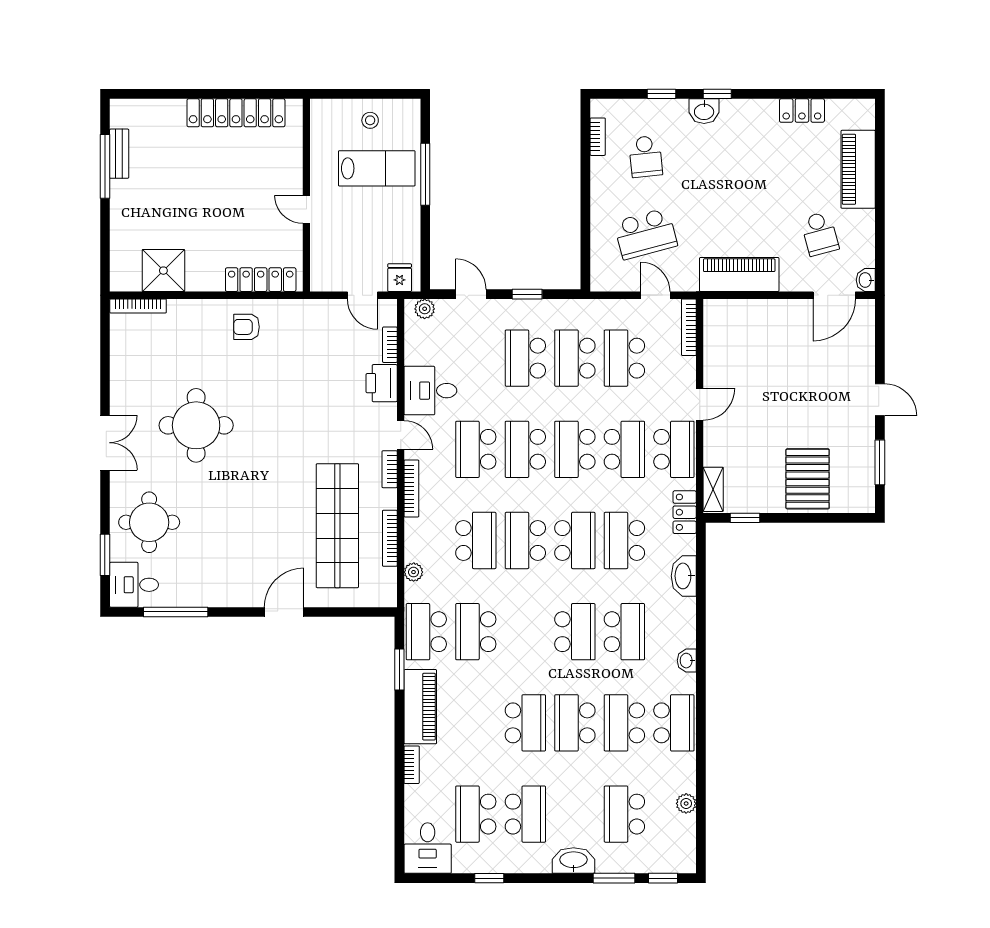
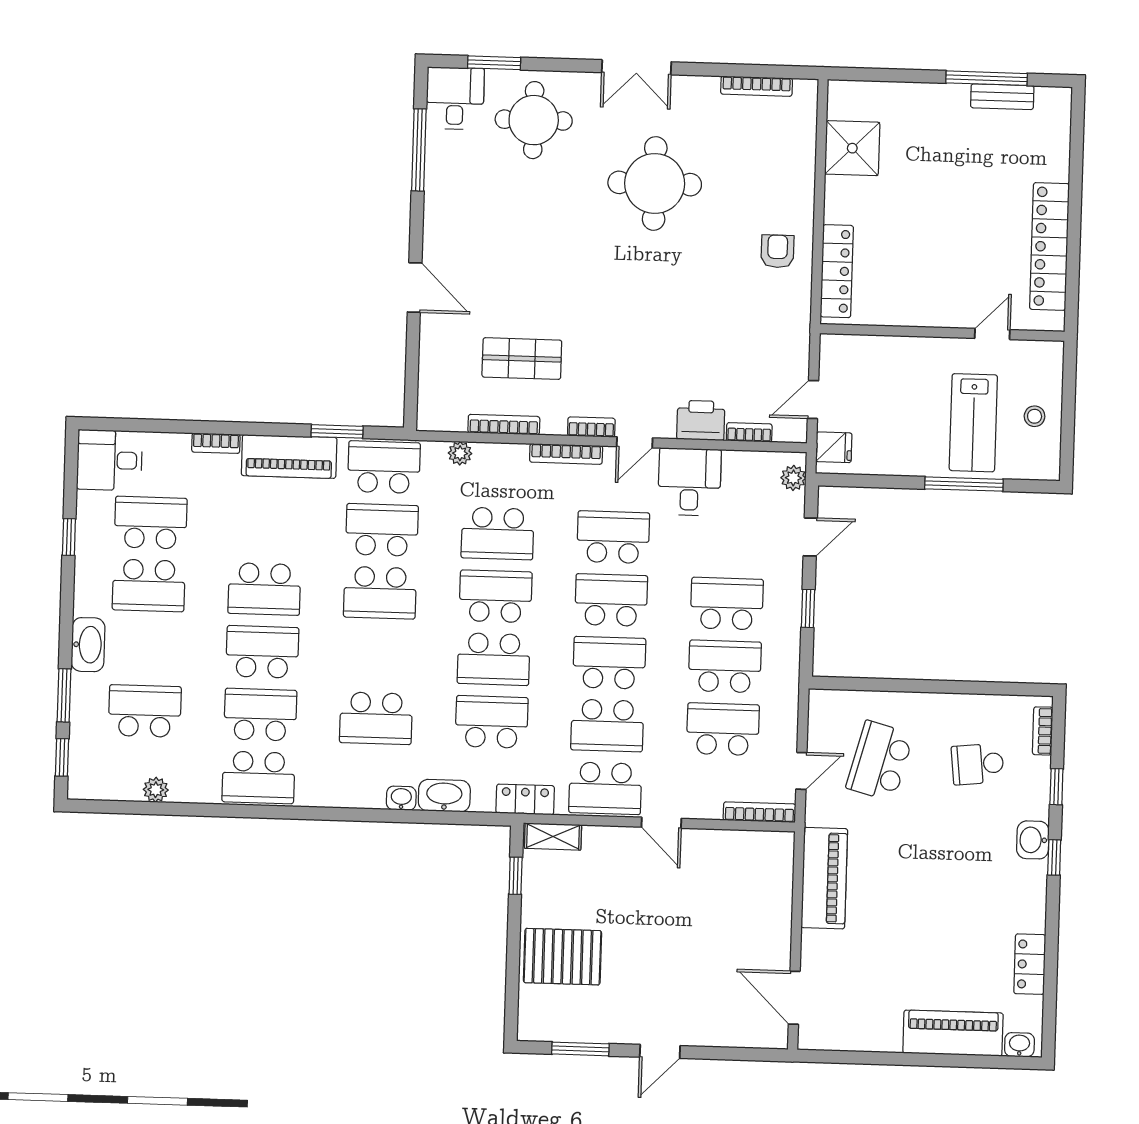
bookcase: (598, 137) -> (1043, 731), moved, turned 90
door: (306, 209) -> (992, 334), moved
school desk: (646, 234) -> (880, 761), turned 30
school desk: (820, 234) -> (873, 982), removed
washbasin: (866, 280) -> (1019, 1045), moved
bookcase: (138, 306) -> (757, 86), moved, turned -90
shop shelf: (337, 526) -> (522, 359), width x0.50, depth x0.74
school desk: (575, 632) -> (380, 593), moved
washbasin: (687, 661) -> (401, 798), moved

